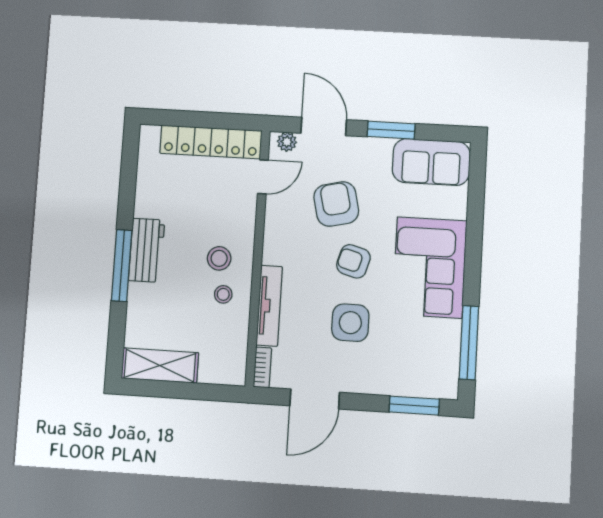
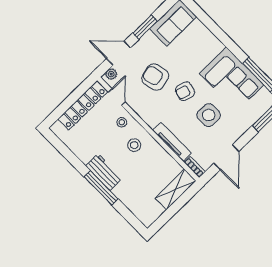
corner sofa: (430, 267) -> (232, 79), moved
stool: (223, 294) -> (122, 122), moved
shelving: (160, 366) -> (175, 190), moved

